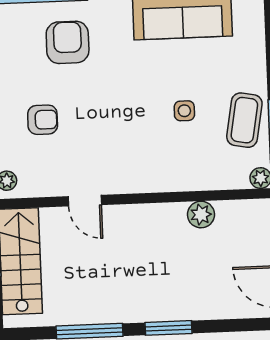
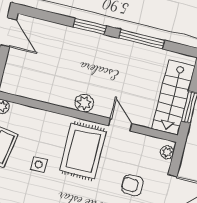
rug: (127, 148) -> (83, 151), added
plant: (201, 214) -> (84, 103), moved

